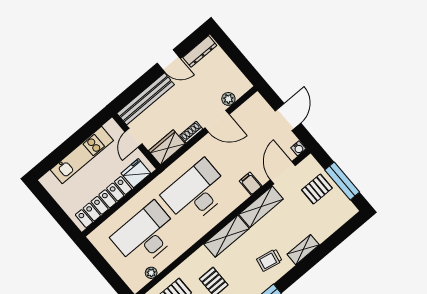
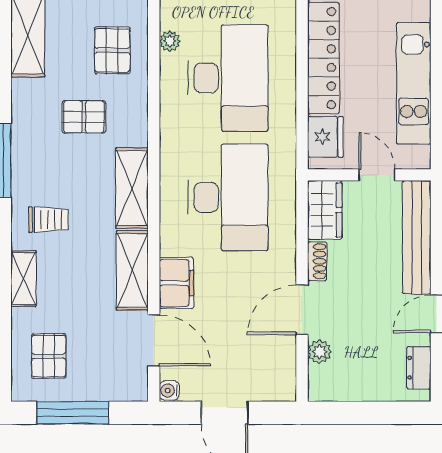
dresser: (200, 51) -> (419, 368), width x0.70
filing cabinet: (251, 184) -> (176, 283), width x2.00
pallet: (317, 189) -> (49, 356), moved
trolley: (269, 260) -> (49, 219), turned 79

